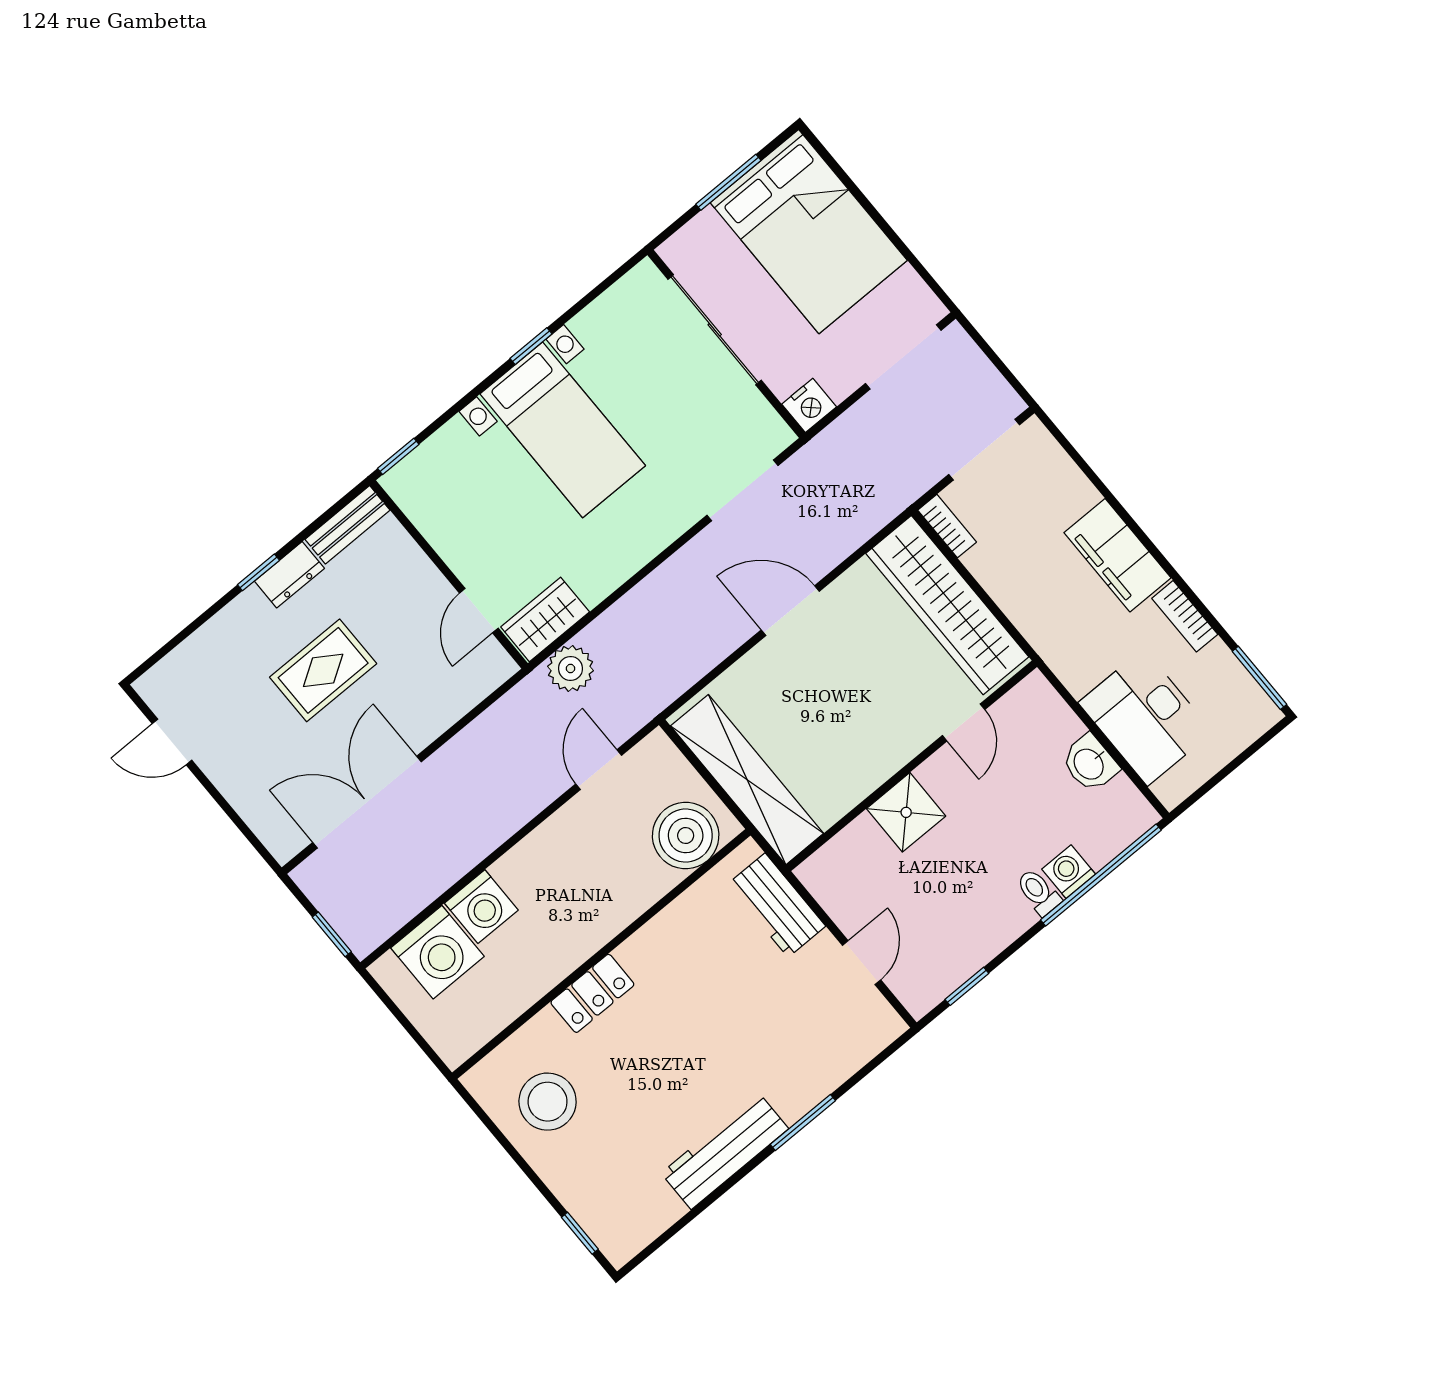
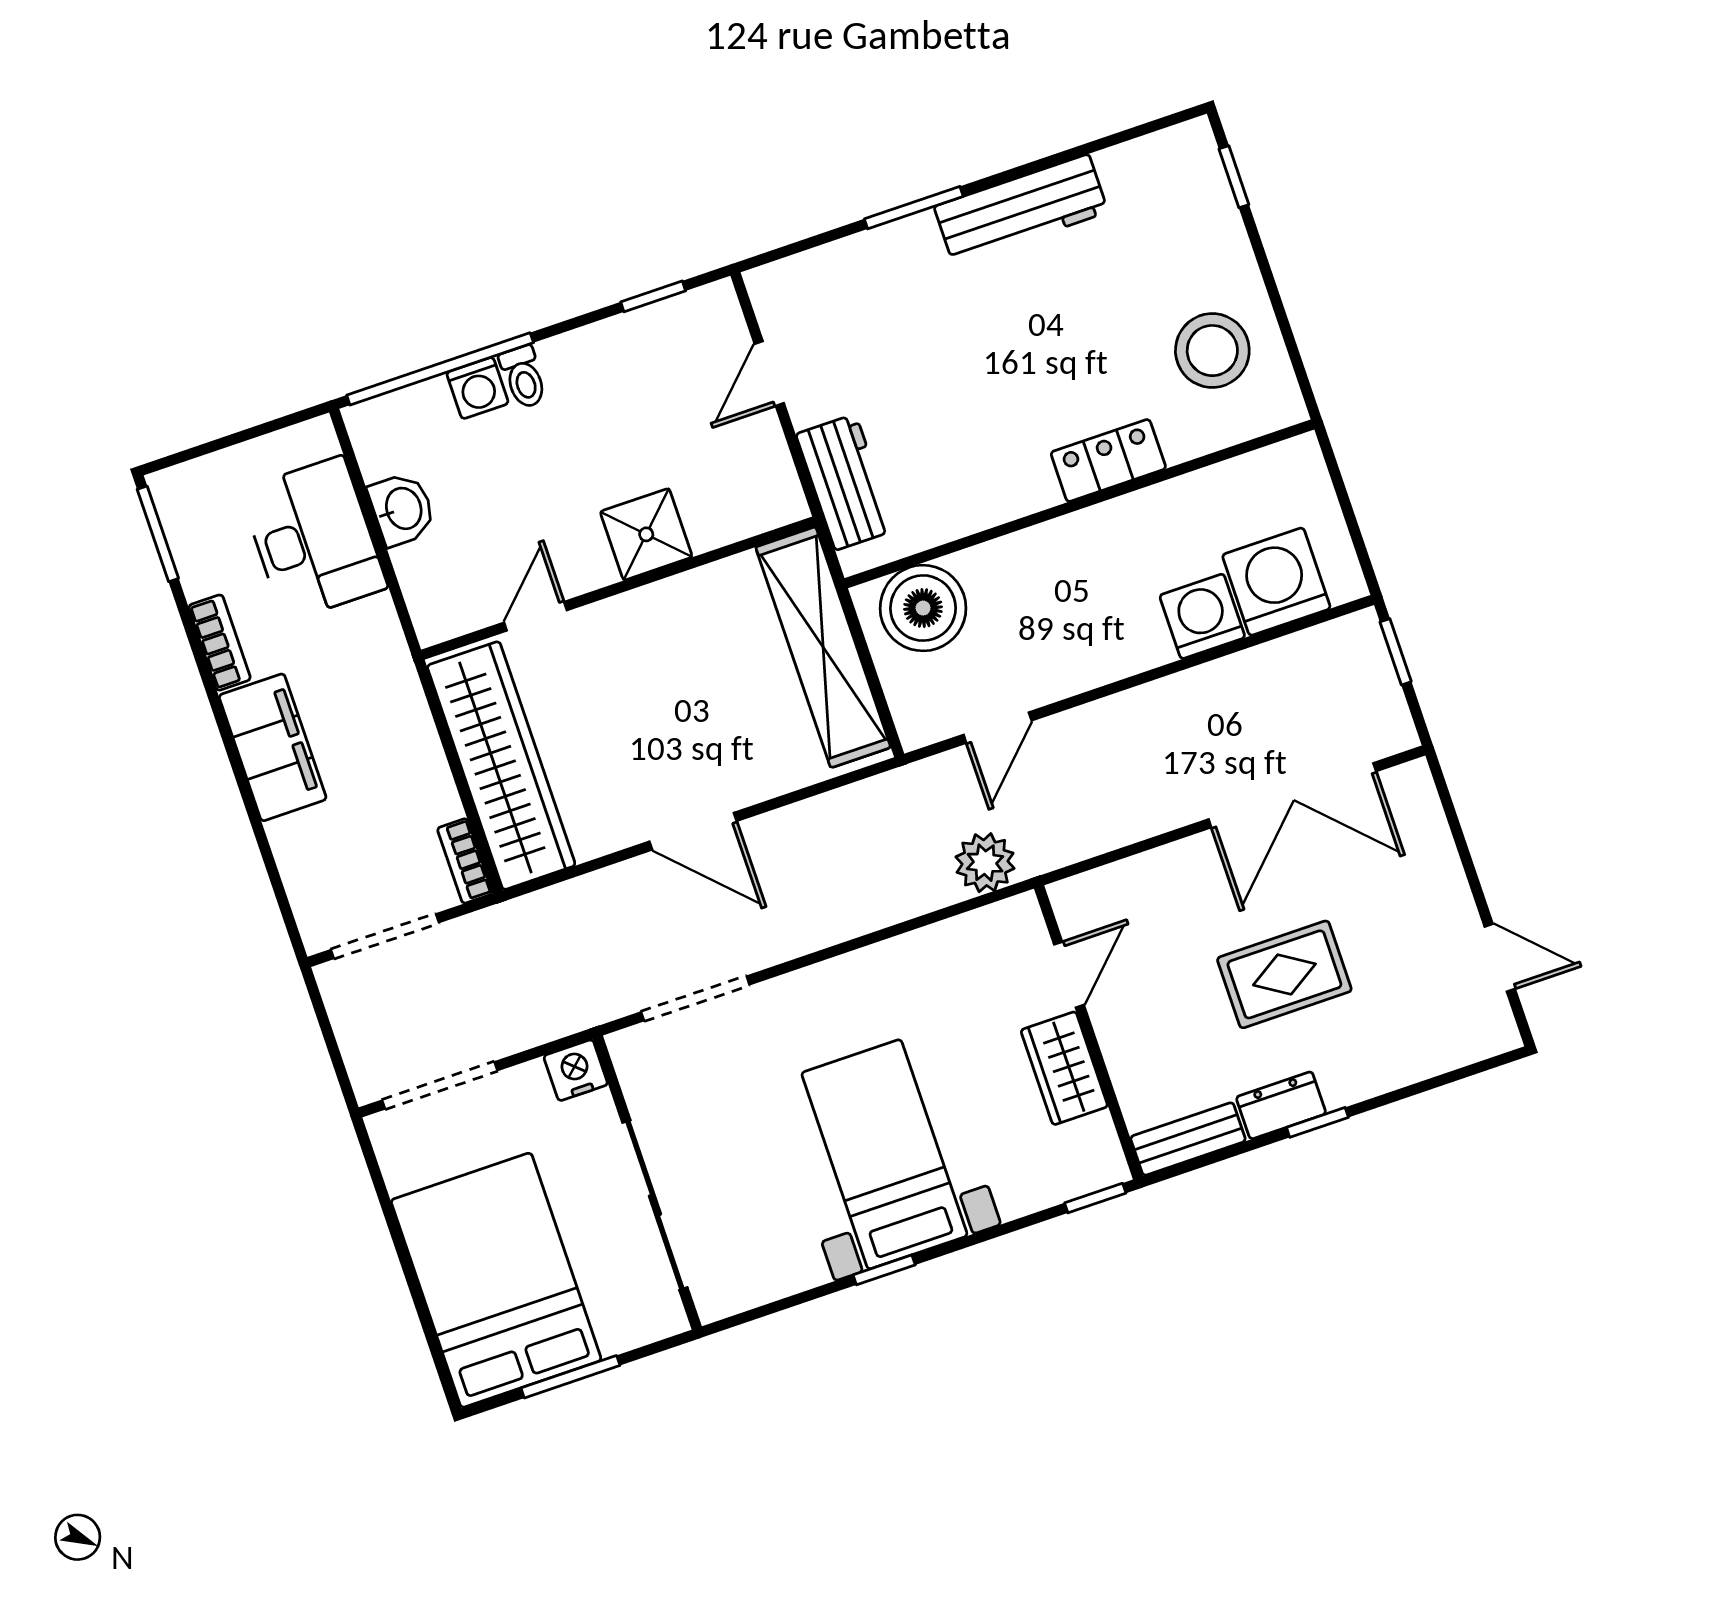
wardrobe: (545, 619) -> (1064, 1068), moved, turned 90

